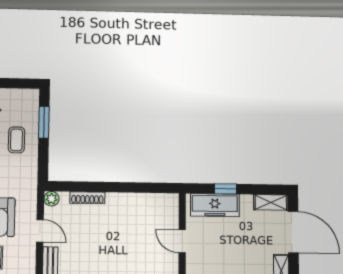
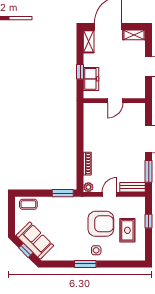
window: (44, 122) -> (63, 193), moved
coffee table: (16, 140) -> (28, 204), moved
freezer: (215, 205) -> (91, 79), width x0.71

